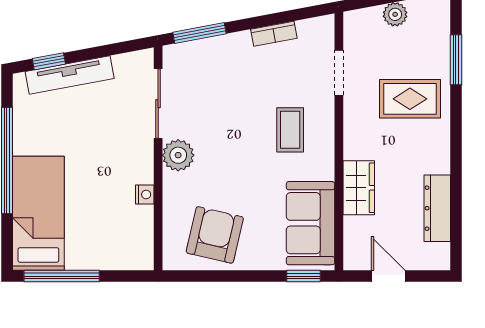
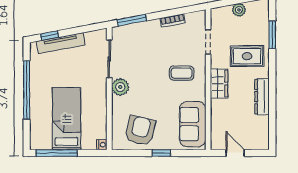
coffee table: (290, 130) -> (182, 73), turned 90
wardrobe: (359, 188) -> (219, 84), moved
nightstand: (145, 195) -> (102, 145), moved
dresser: (437, 208) -> (262, 97), moved
bed: (38, 213) -> (67, 119), moved
window: (304, 276) -> (161, 153), moved

